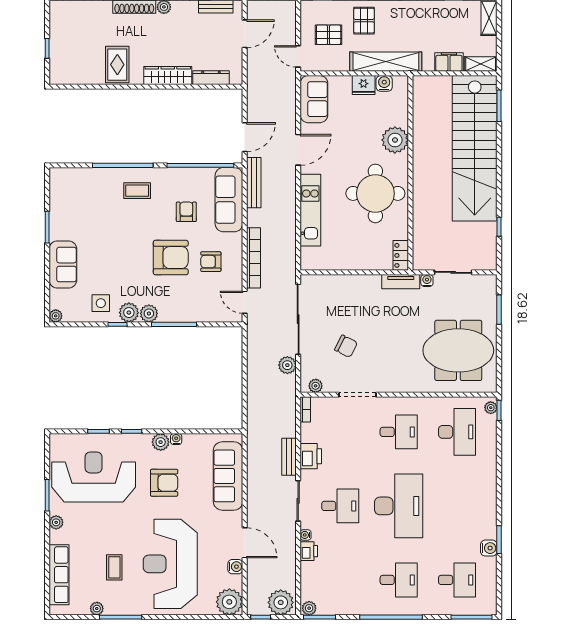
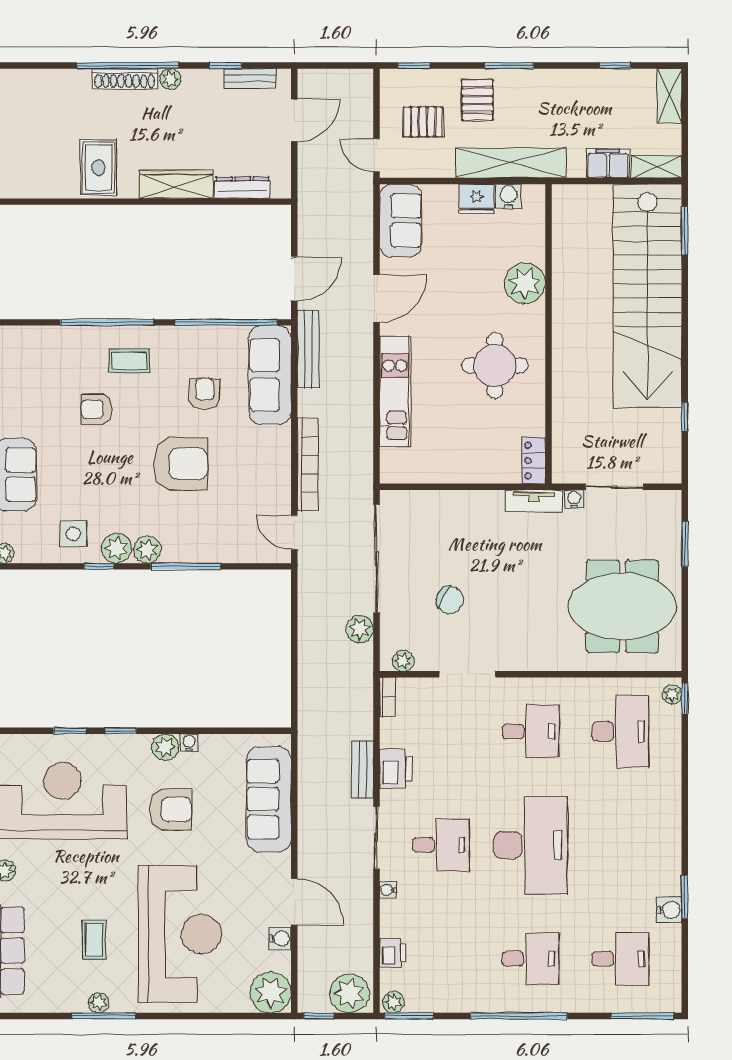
round table: (375, 193) -> (495, 365), width x0.73, depth x0.73
armchair: (211, 262) -> (97, 409), moved
printer: (309, 551) -> (393, 953), moved
reception desk: (170, 564) -> (180, 934), turned 180
plant: (97, 609) -> (98, 1003), moved

